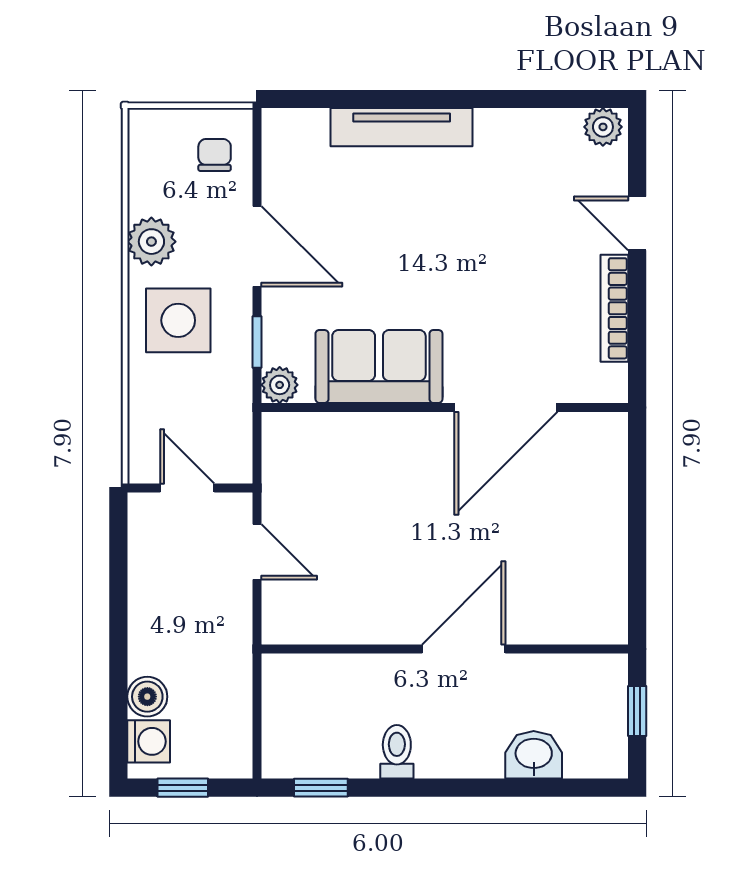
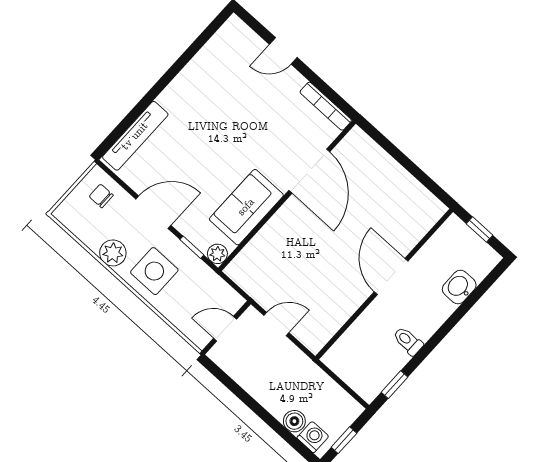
tv unit: (402, 127) -> (135, 136), moved
plant: (603, 127) -> (232, 29), removed
bookcase: (614, 308) -> (326, 106), moved

